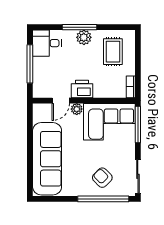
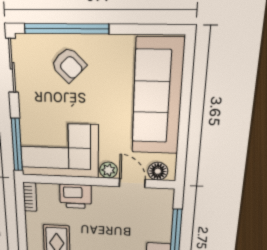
printer: (82, 89) -> (76, 196), moved
door: (61, 101) -> (132, 183), hinge flipped
floor lamp: (44, 110) -> (158, 171), added

